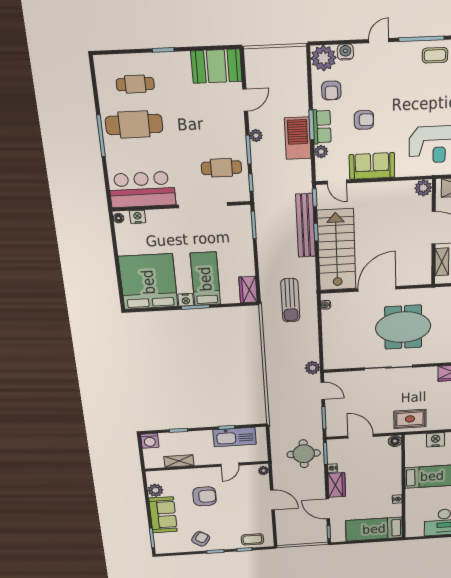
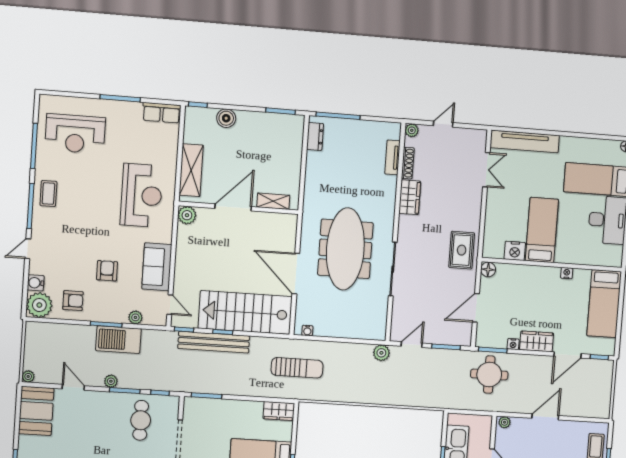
door: (379, 41) -> (28, 249), hinge flipped
plant: (250, 54) -> (28, 376), added
row of seats: (322, 127) -> (109, 314), removed
door: (337, 182) -> (170, 305), hinge flipped
meeting table: (403, 327) -> (345, 249), width x1.36
nightstand: (436, 440) -> (515, 251), moved, turned -90

